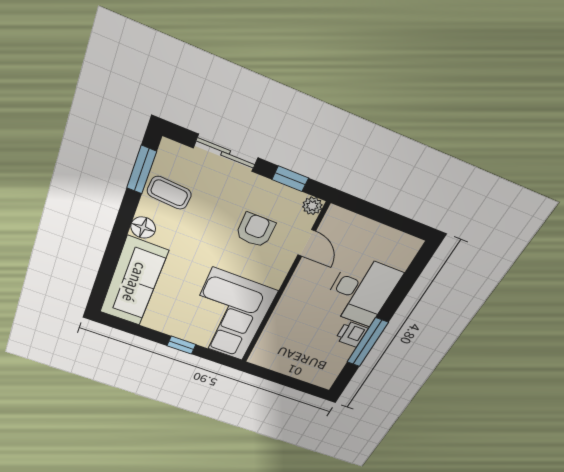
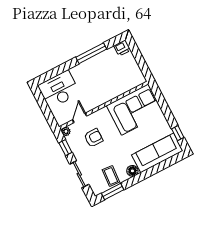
armchair: (255, 230) -> (93, 138), turned 180
desk: (361, 291) -> (59, 89), moved
printer: (352, 334) -> (122, 48), moved
window: (181, 345) -> (178, 133), moved

